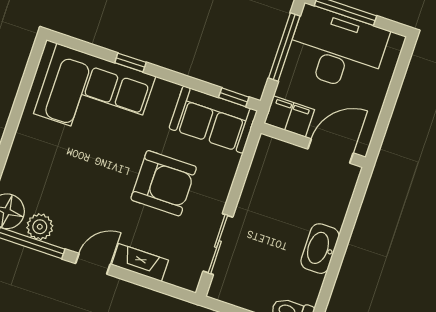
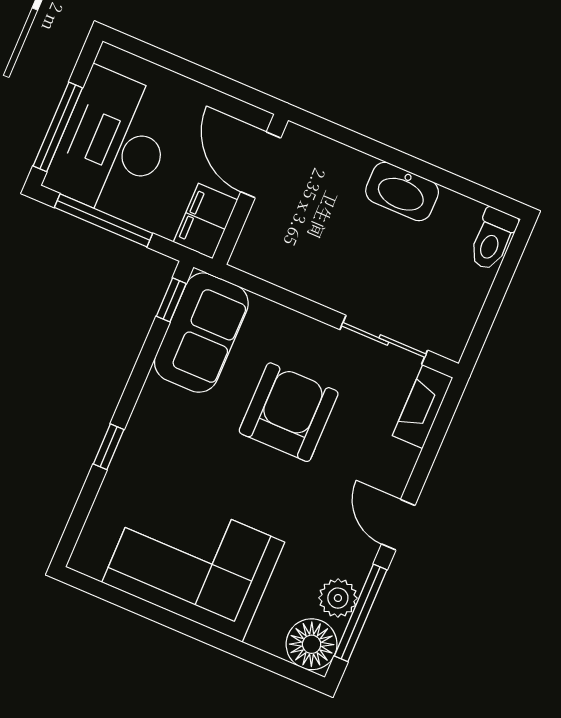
corner sofa: (95, 95) -> (193, 562), moved, turned -90
fireplace: (140, 262) -> (423, 407), moved

